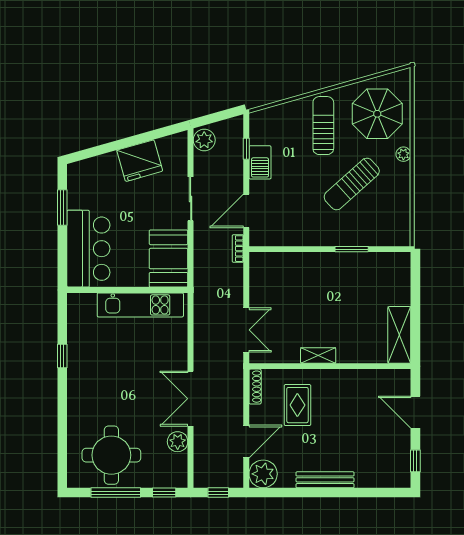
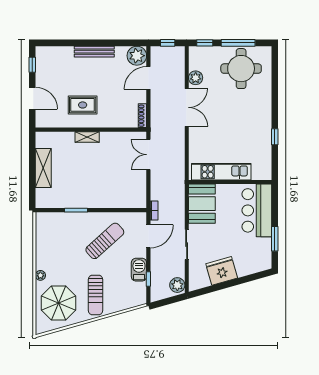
sun lounger: (352, 184) -> (105, 241), moved
shelving: (399, 335) -> (43, 168), moved
shelving: (318, 356) -> (87, 137), moved
rug: (297, 405) -> (83, 105), moved, turned 90

